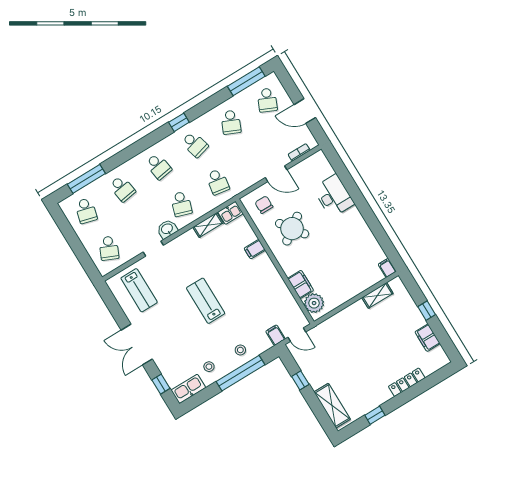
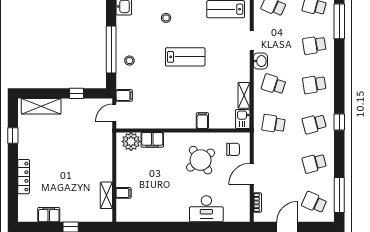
school desk: (231, 122) -> (314, 163), turned -39
filing cabinet: (387, 268) -> (124, 193), moved
stool: (209, 367) -> (166, 18), moved

